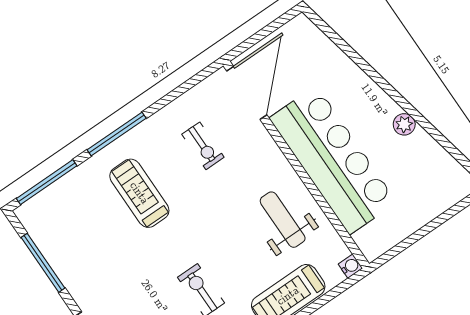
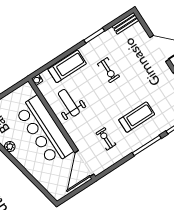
treadmill: (139, 193) -> (137, 117), turned -90
weight bench: (283, 220) -> (69, 103), turned 180

